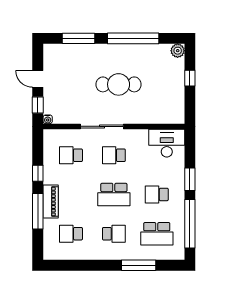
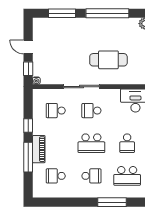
cafe table: (119, 84) -> (108, 60), moved
school desk: (157, 194) -> (127, 143), turned -90

